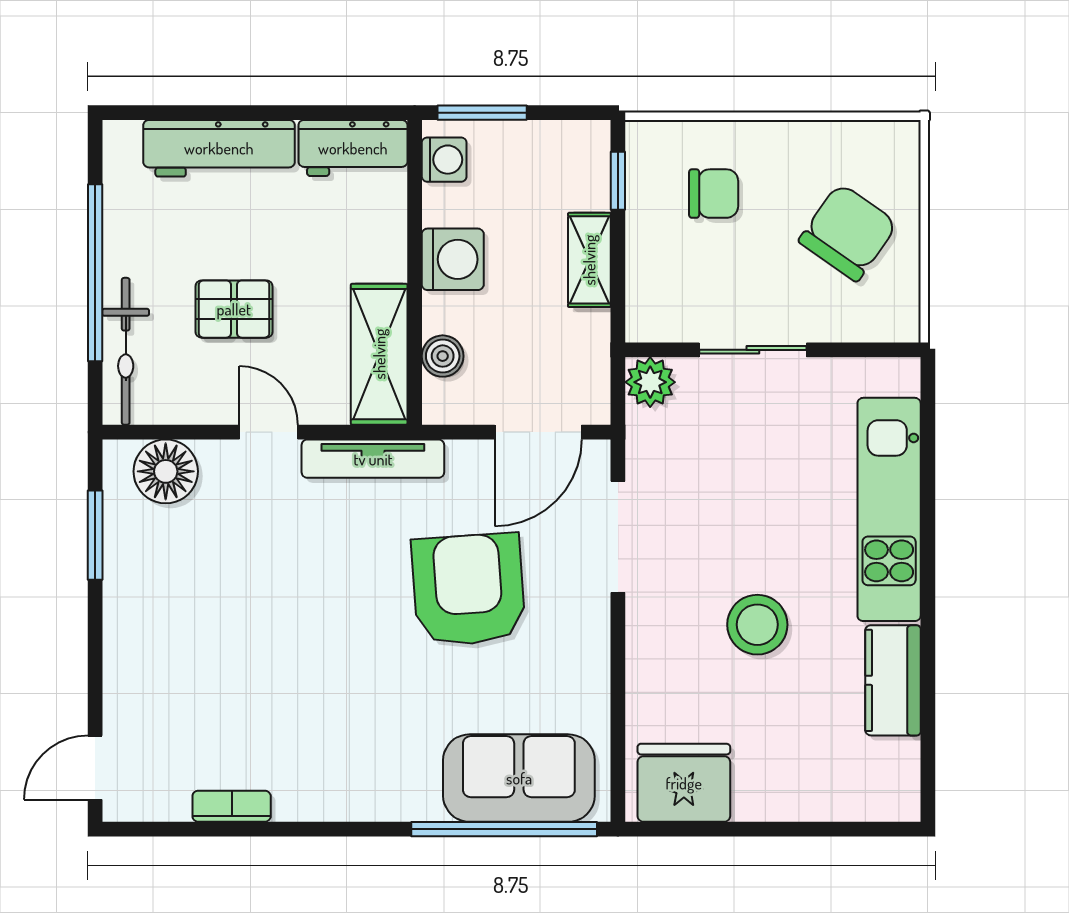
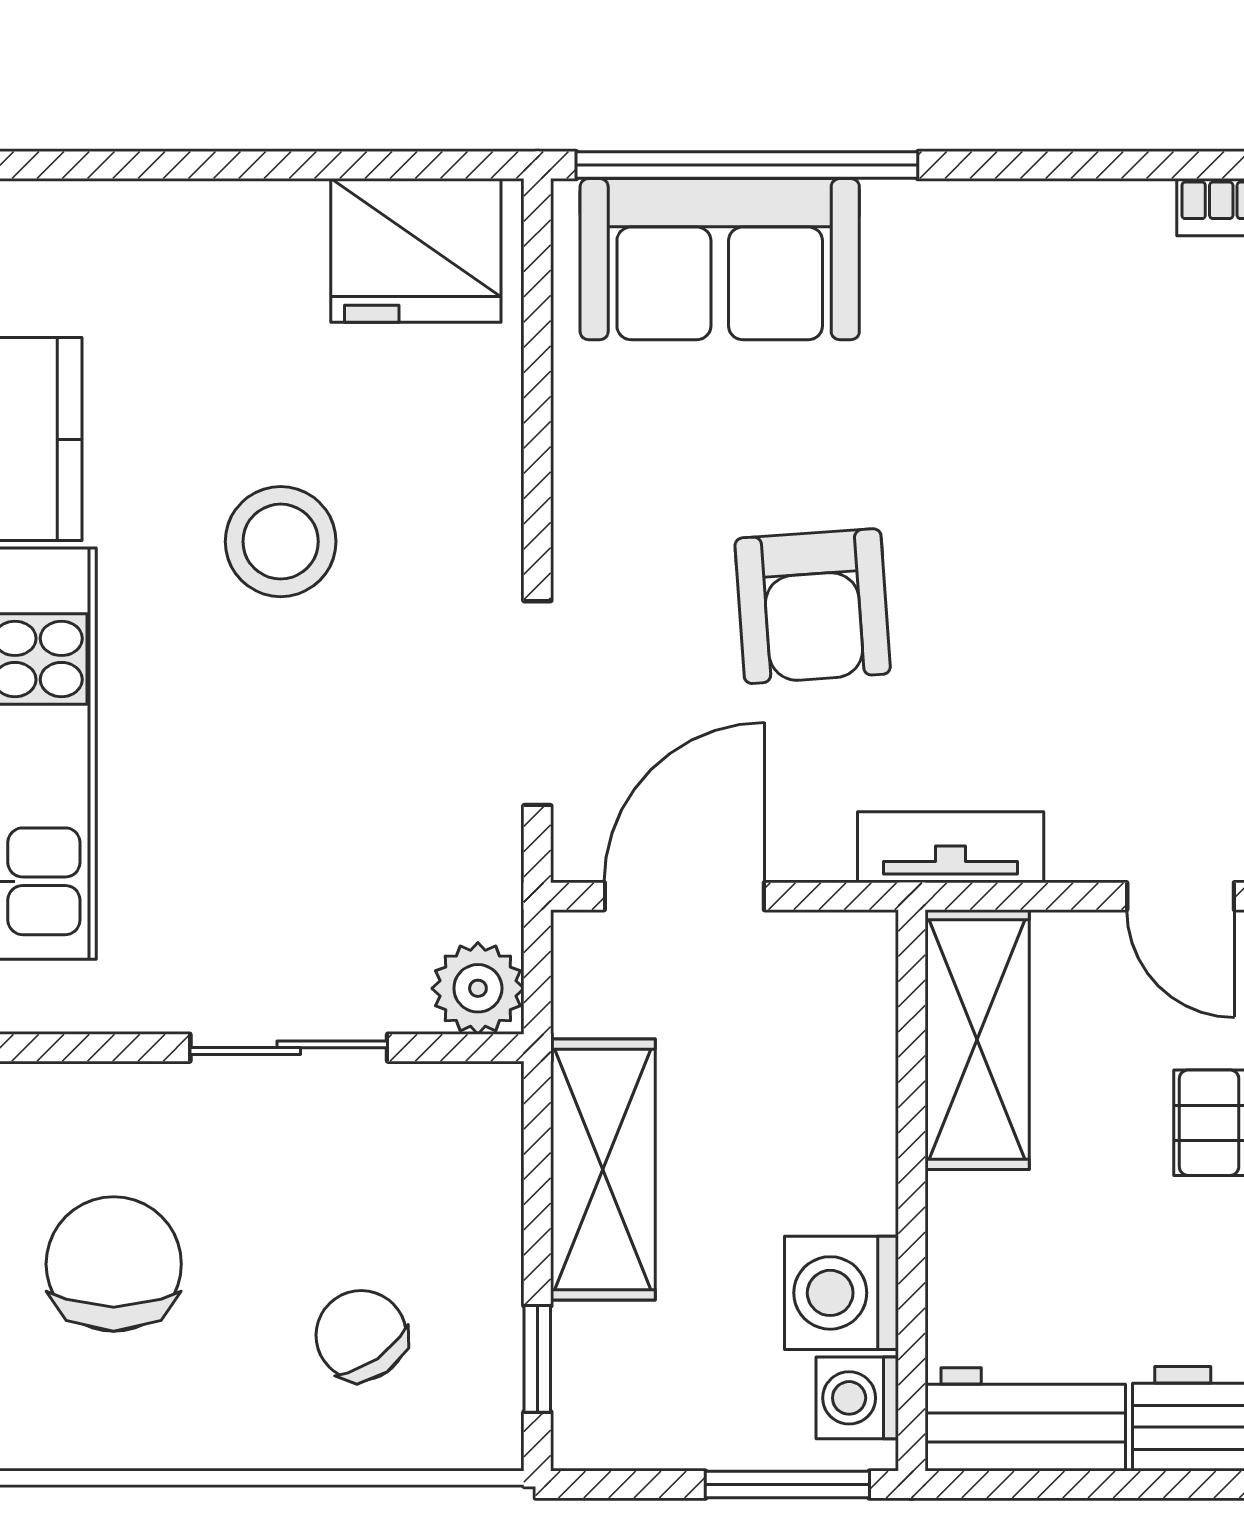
chair: (714, 194) -> (361, 1335), turned 55
chair: (848, 232) -> (114, 1264), turned 145
washing machine: (453, 259) -> (842, 1293), moved
shelving: (589, 260) -> (603, 1170), width x1.50, depth x1.33
boiler: (443, 356) -> (860, 1036), removed
tv unit: (373, 459) -> (951, 847), width x0.71
armchair: (468, 590) -> (813, 606), width x0.73, depth x0.73

